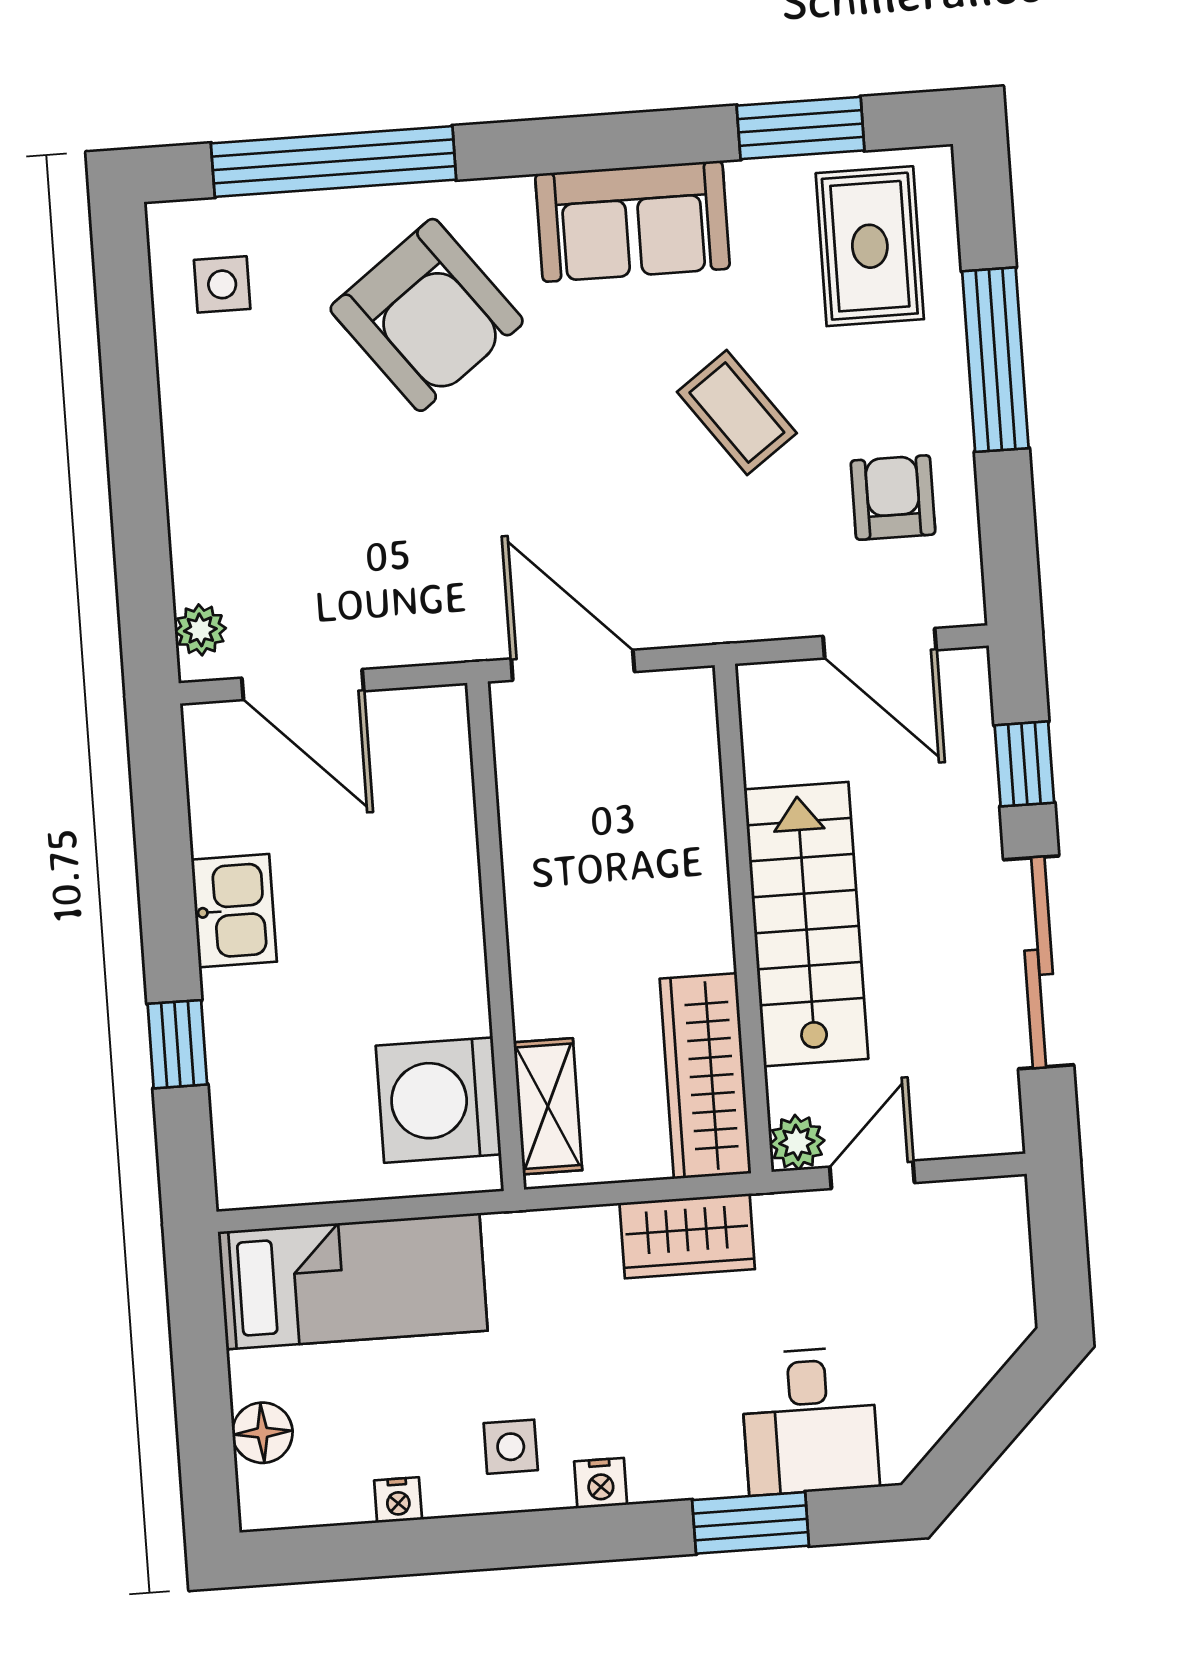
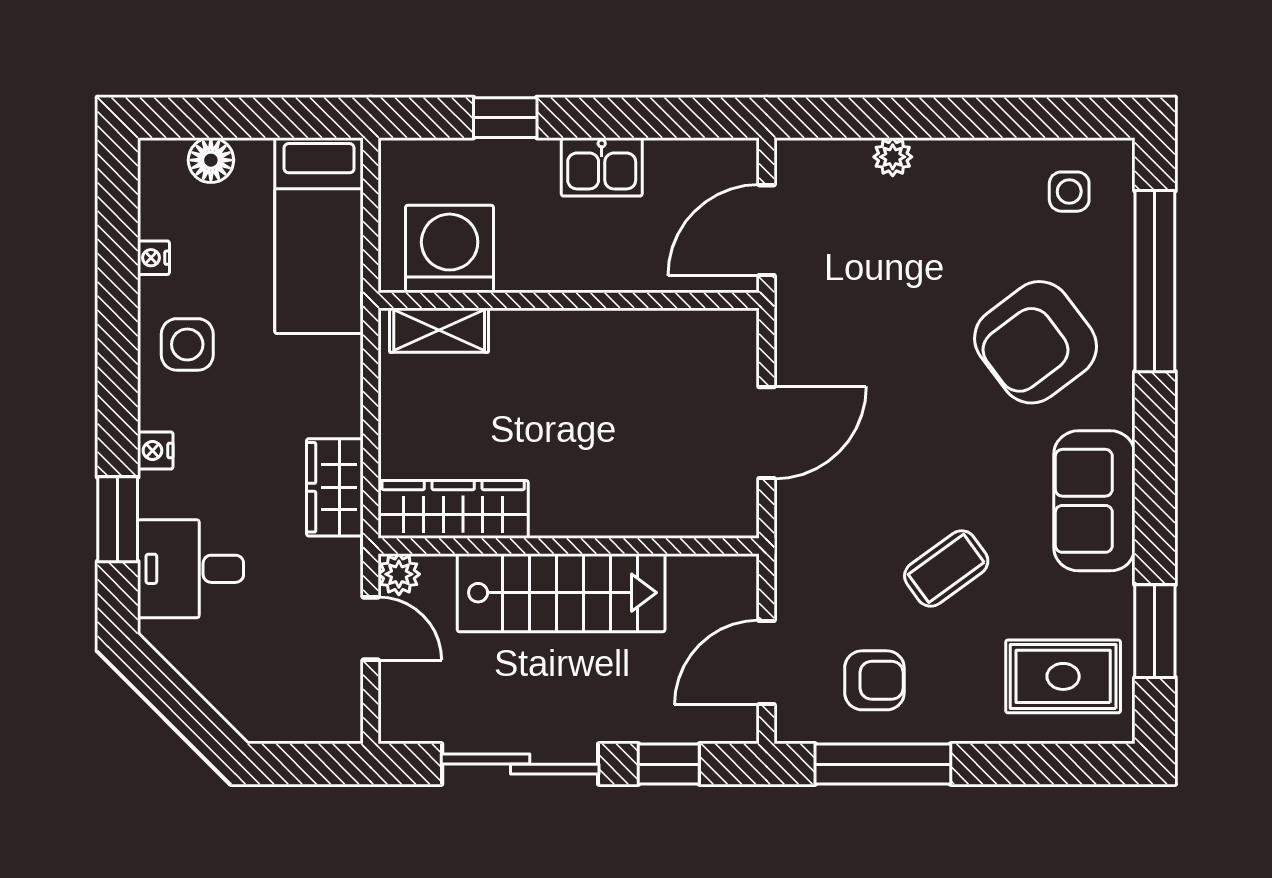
window: (995, 360) -> (883, 764), moved
plant: (200, 630) -> (893, 157), moved
wall: (496, 936) -> (569, 300), moved
washing machine: (438, 1100) -> (450, 249), moved
shelving: (548, 1106) -> (439, 330), moved
side table: (511, 1447) -> (187, 344), width x1.37, depth x1.37
nightstand: (601, 1483) -> (155, 450), moved

